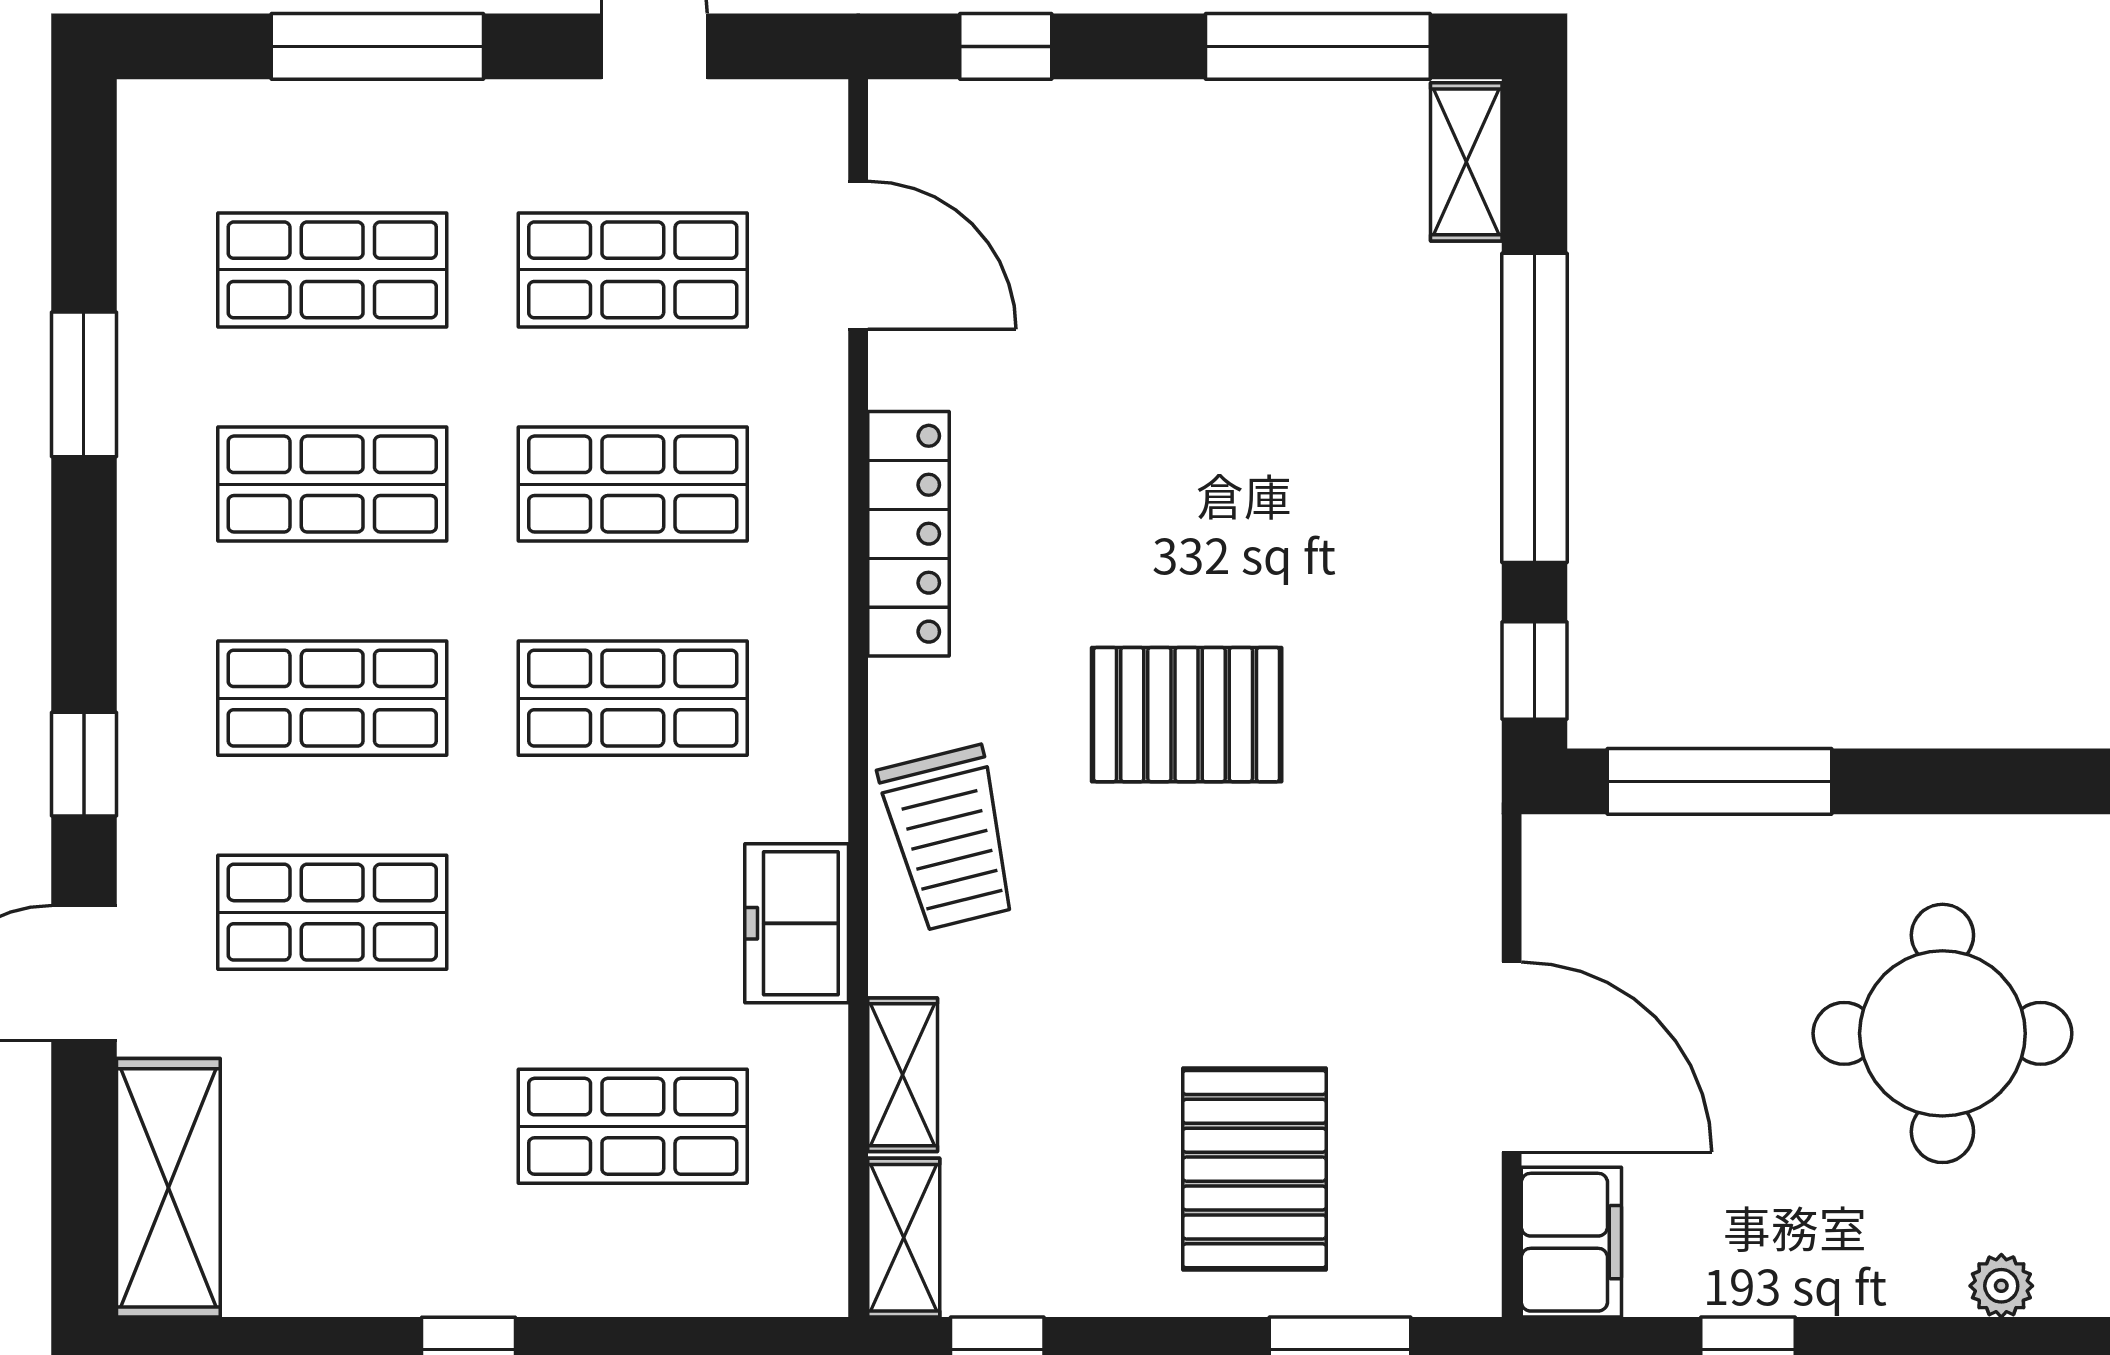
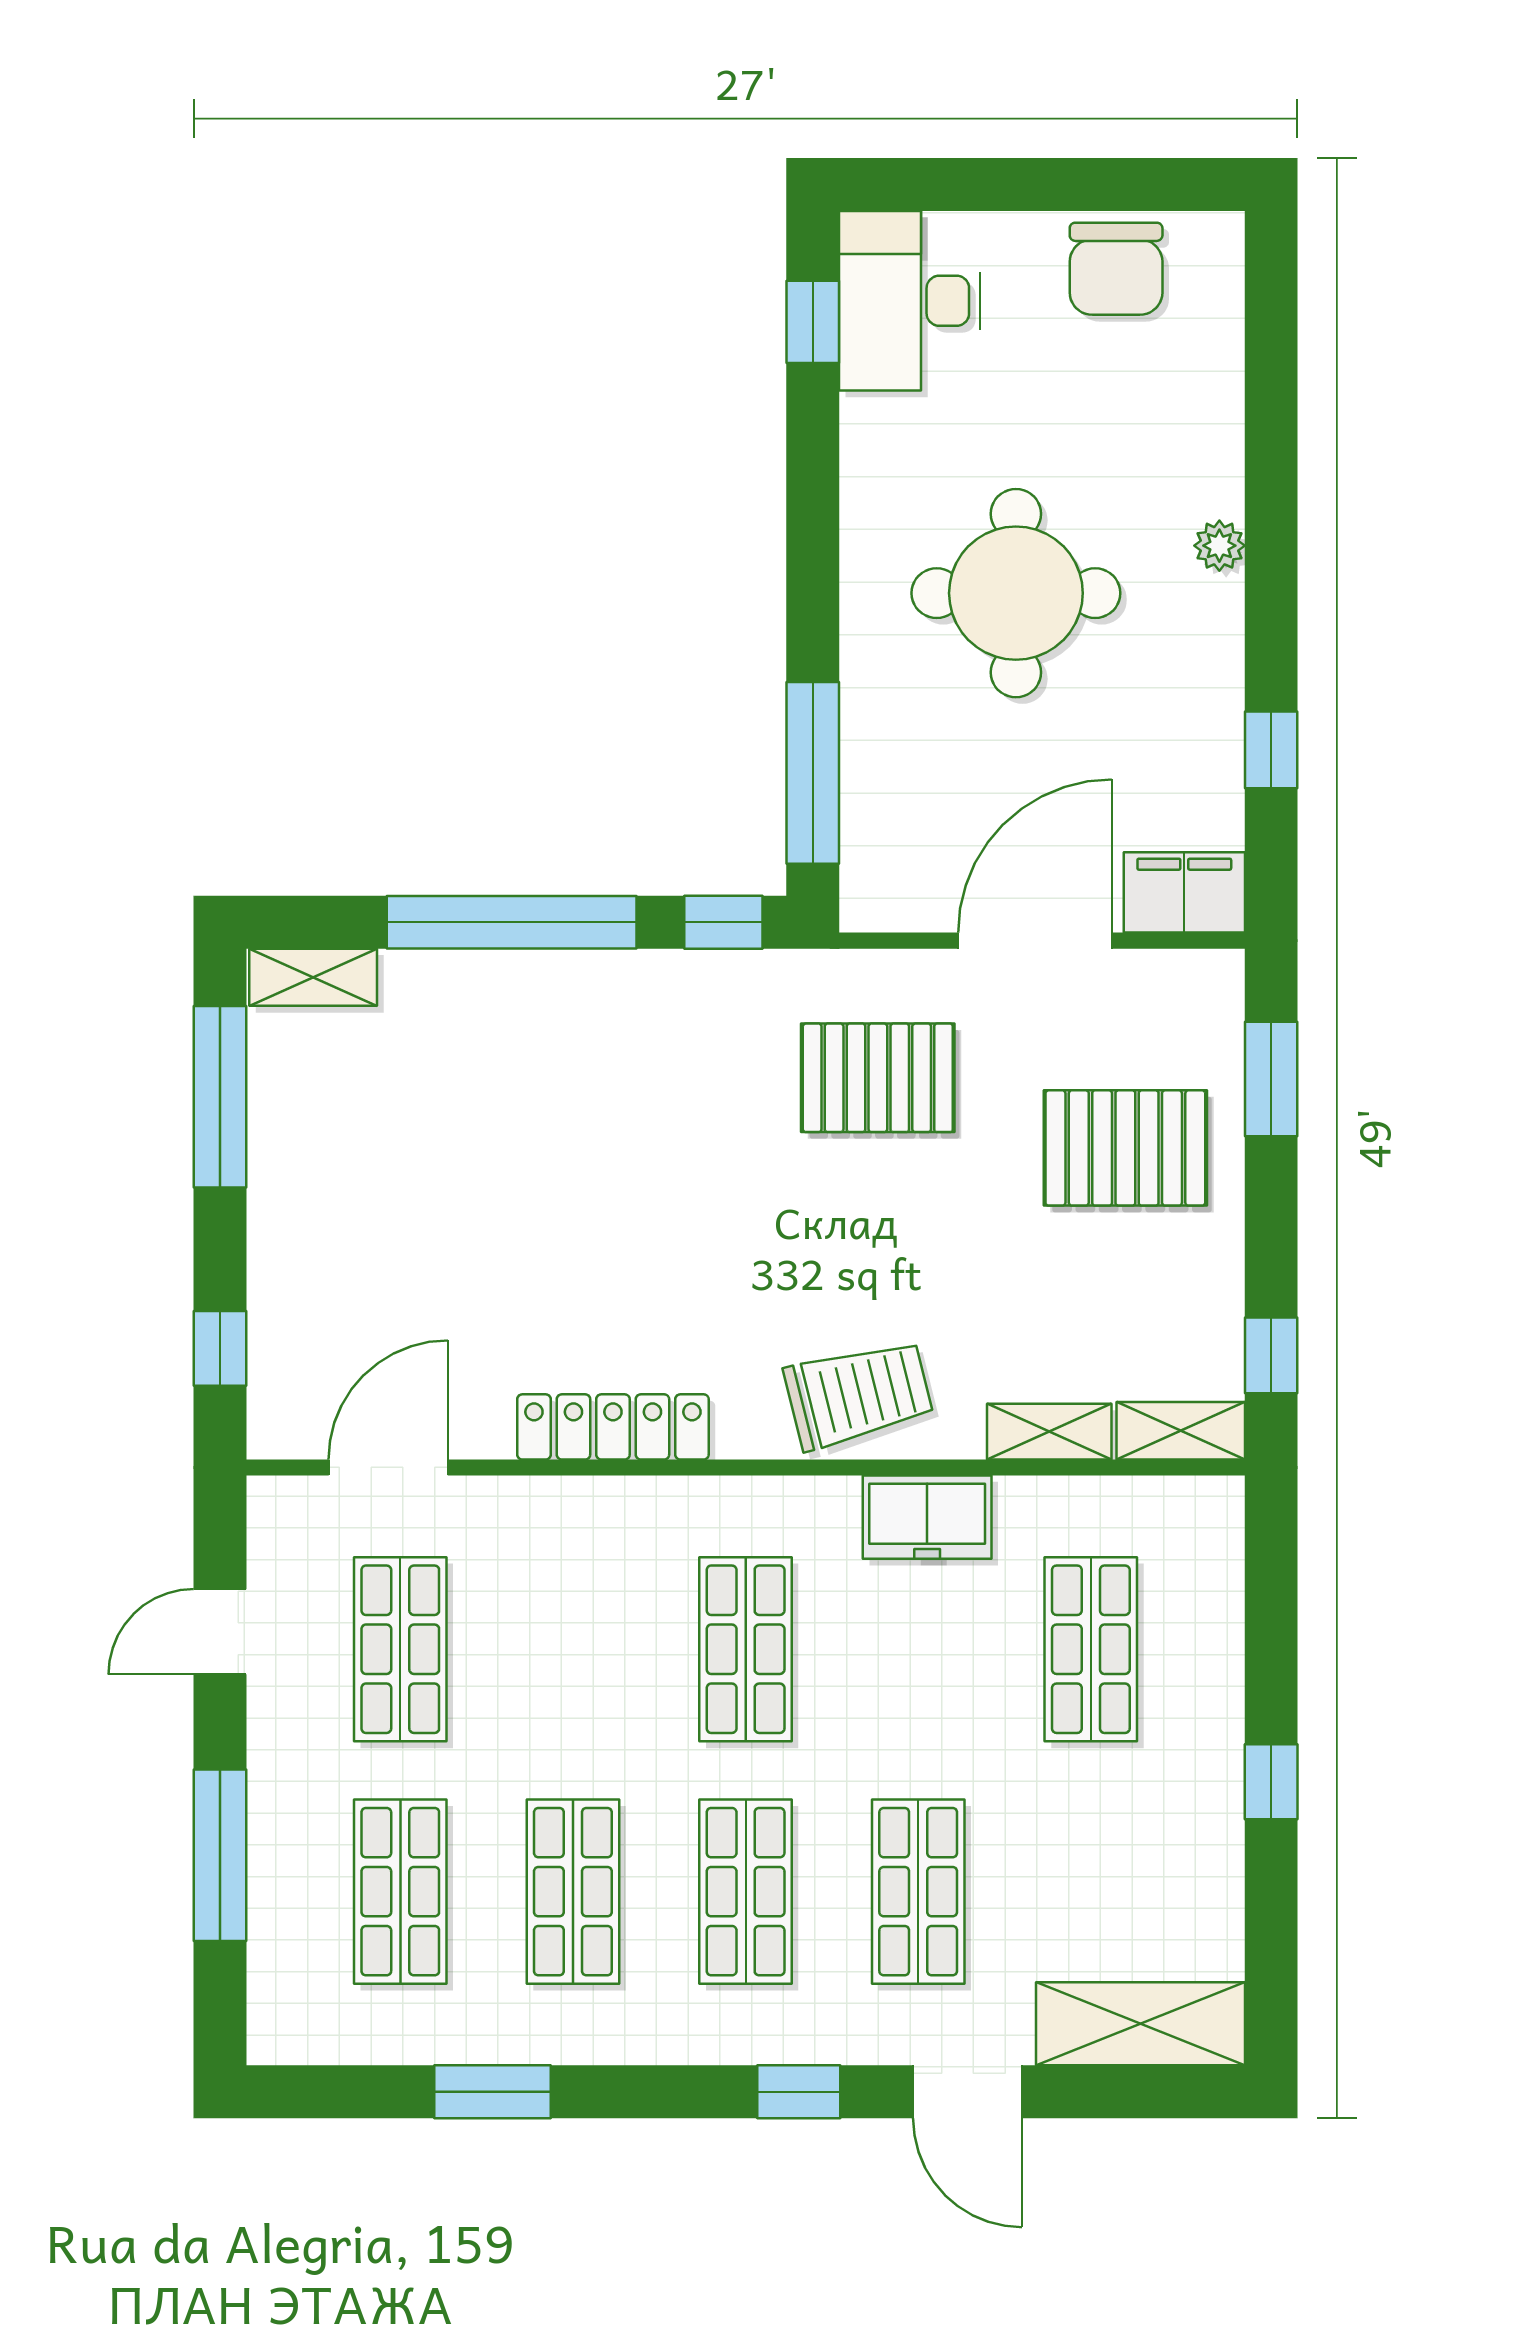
shop shelf: (633, 484) -> (573, 1649), removed
pallet: (1187, 715) -> (878, 1078), moved, turned 90

